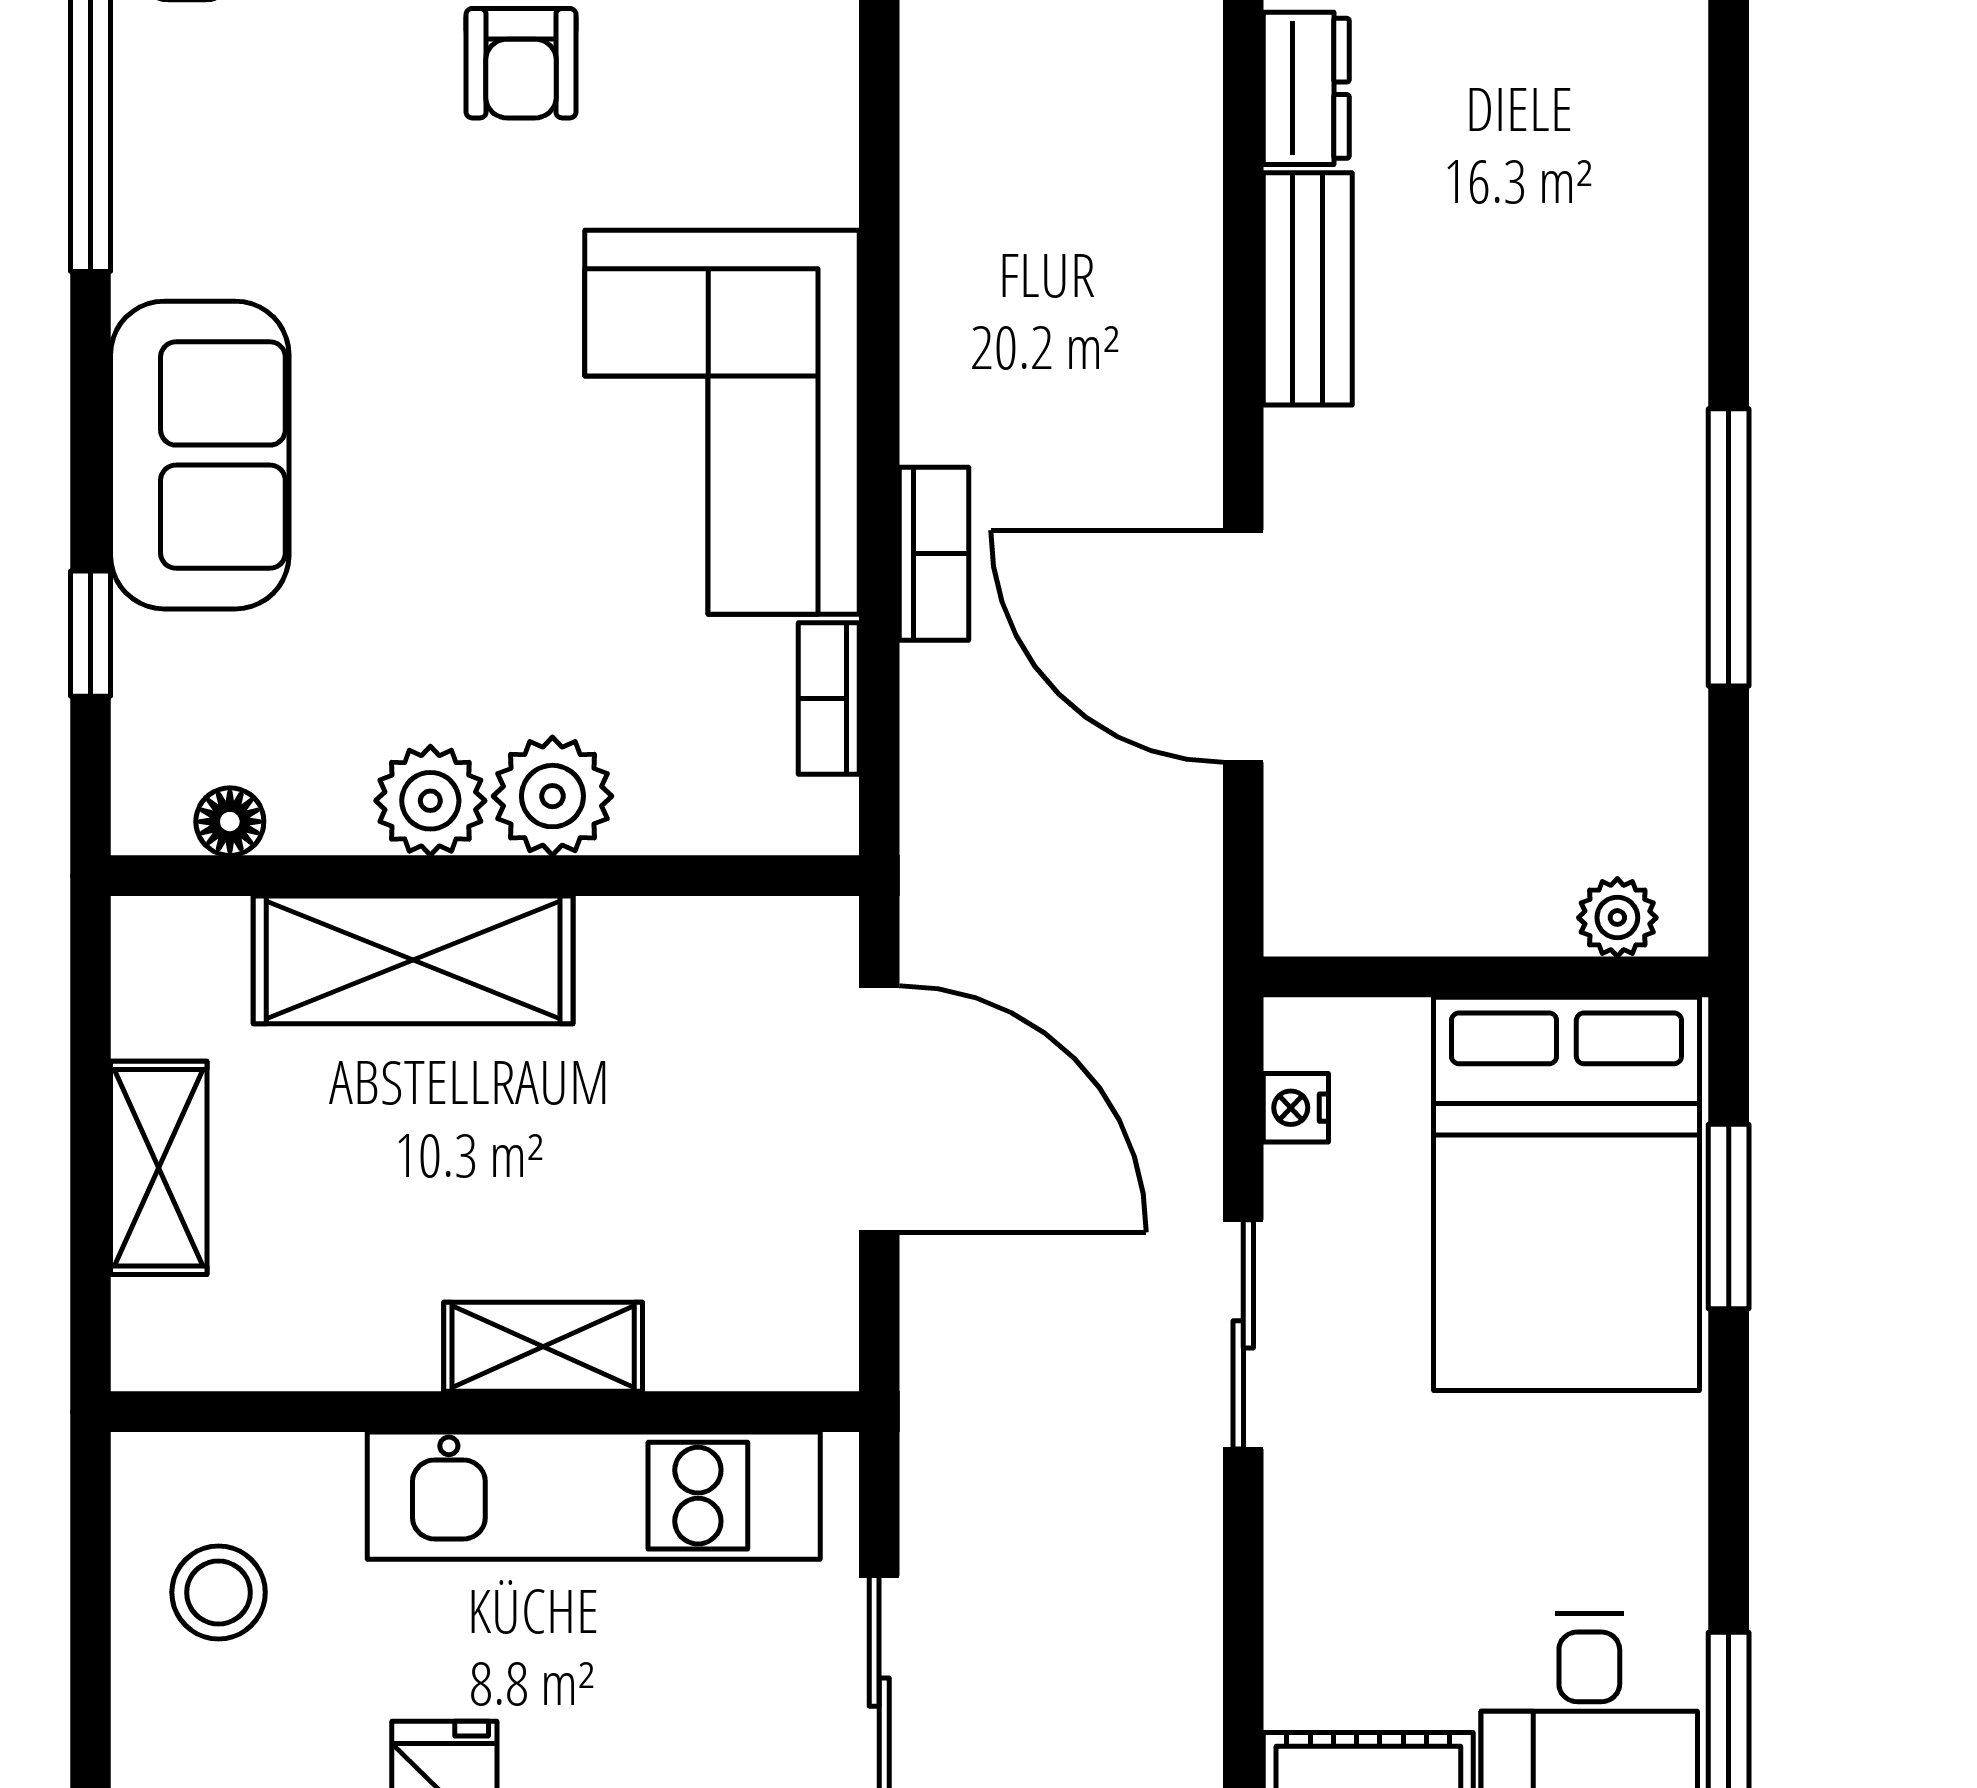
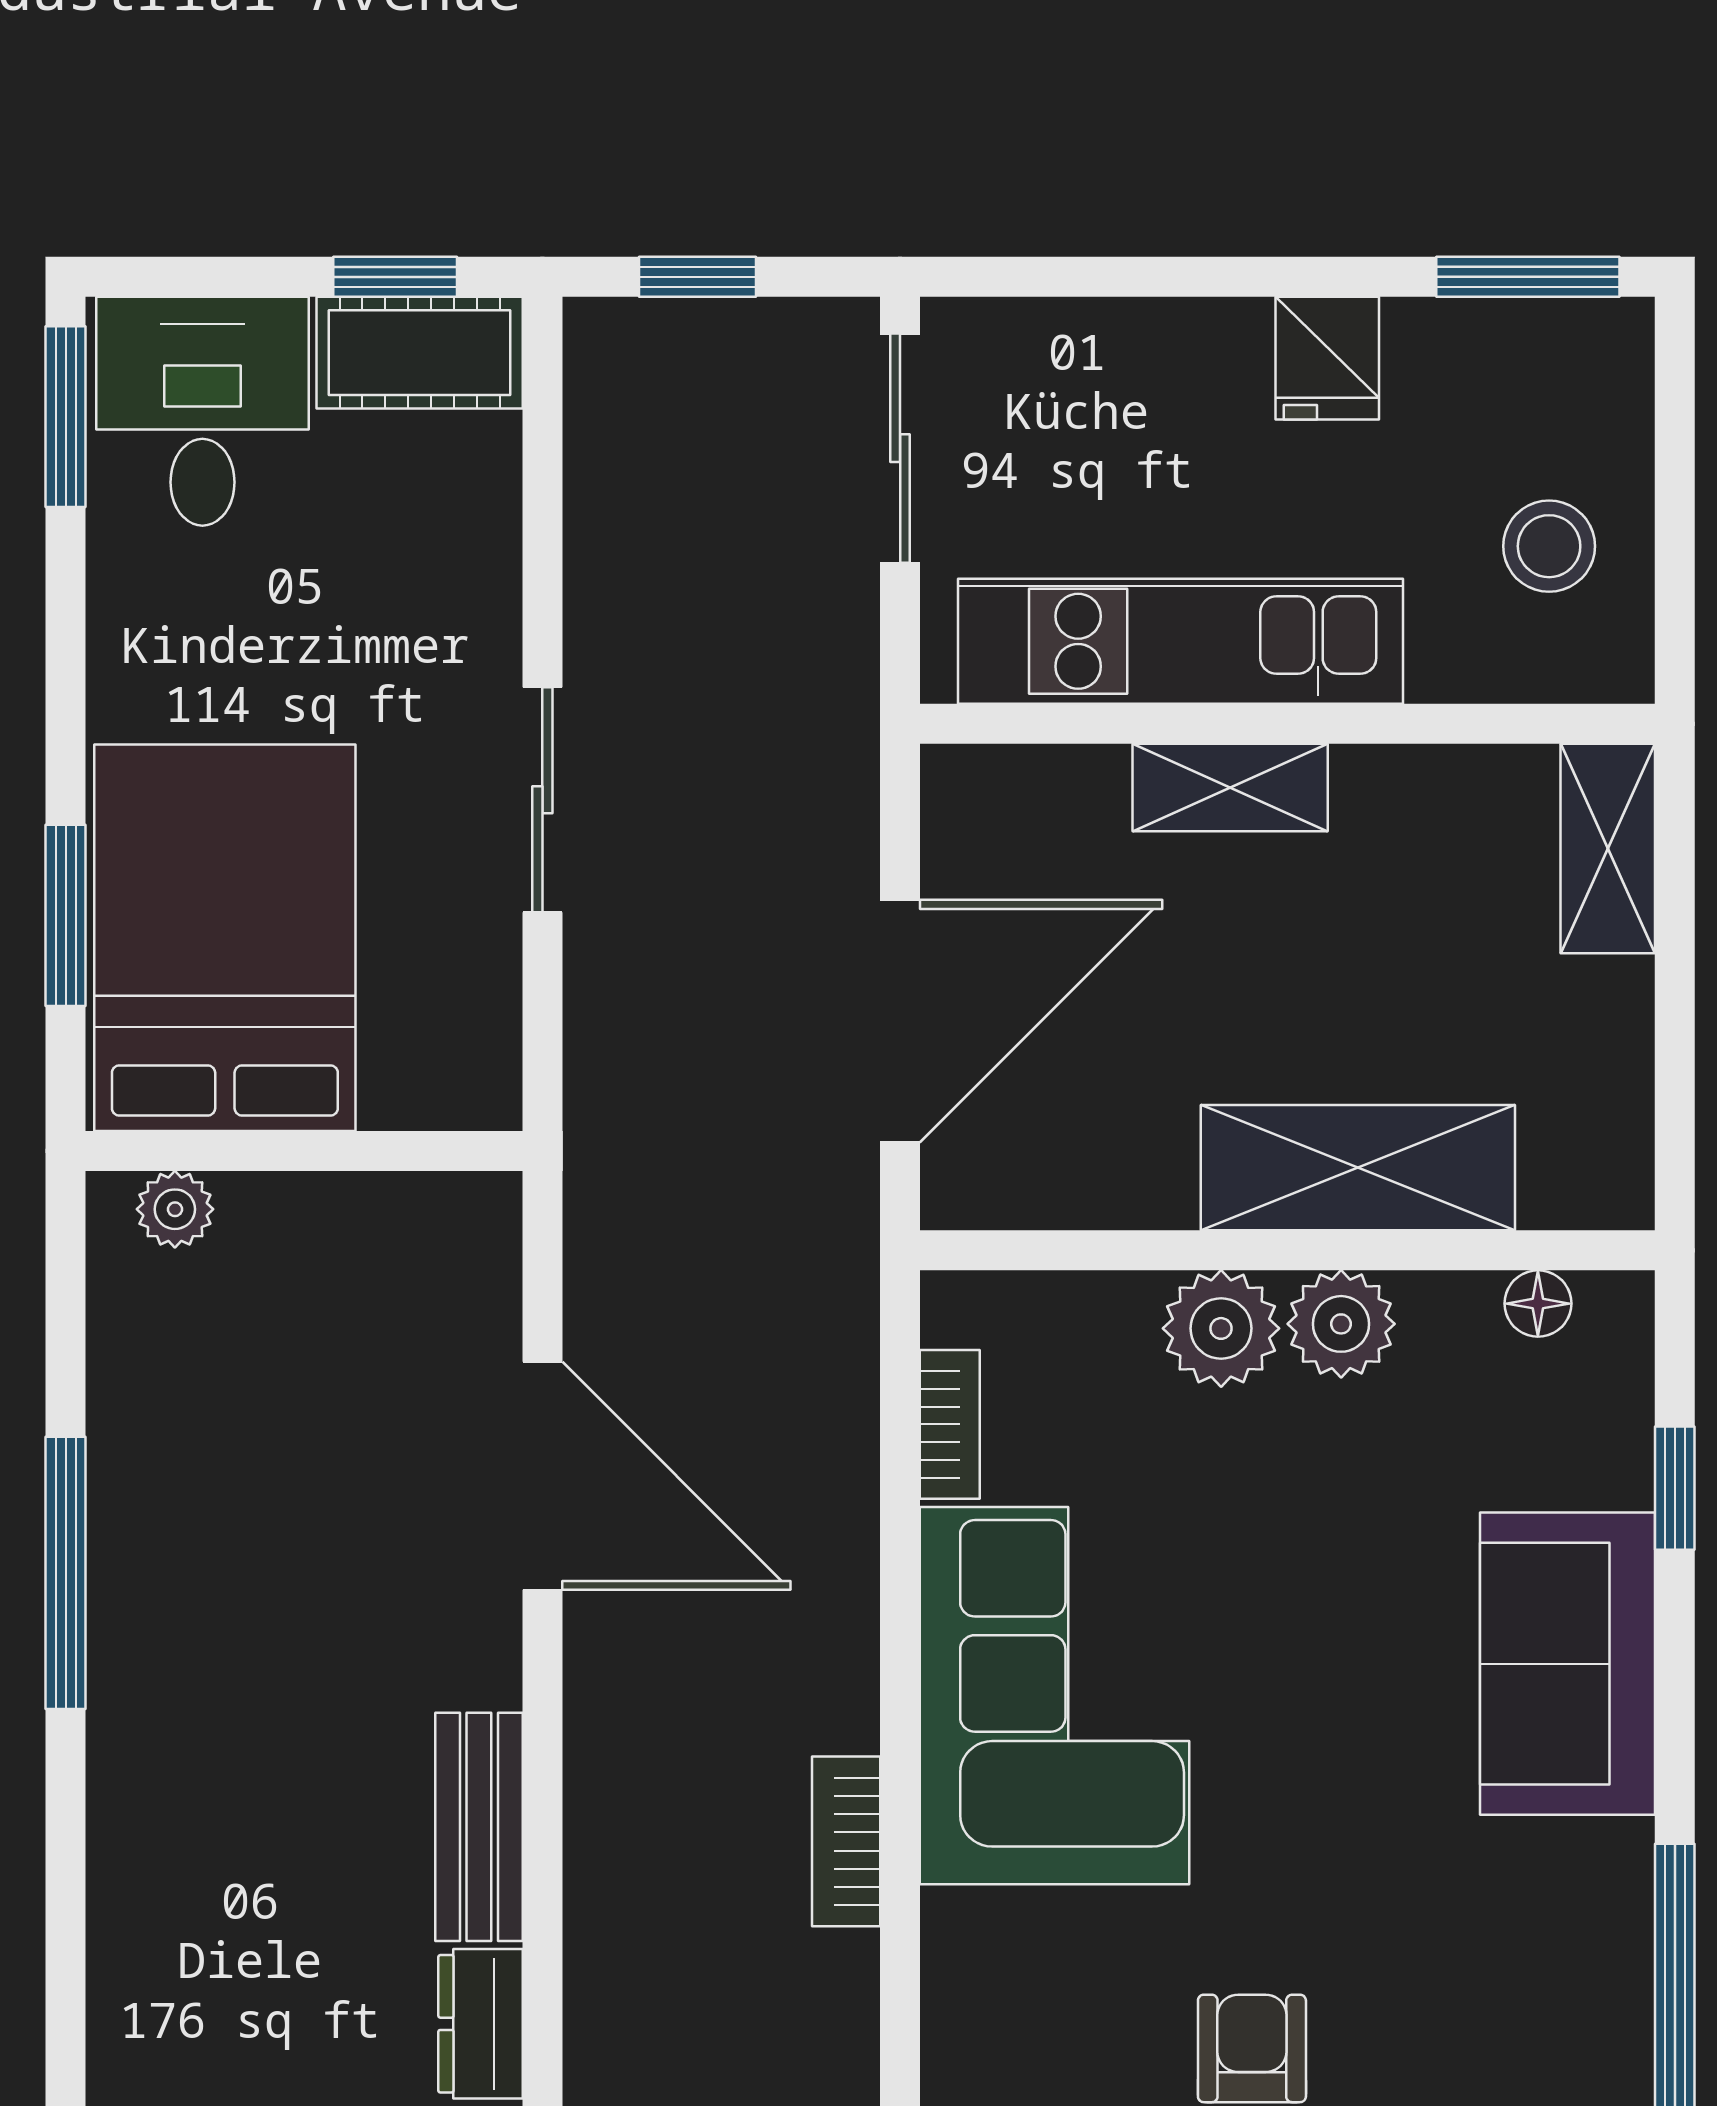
bookcase: (934, 554) -> (846, 1841), moved
nightstand: (1296, 1108) -> (491, 1022), removed
door: (879, 1109) -> (900, 1021), swing flipped
shelving: (159, 1168) -> (1608, 849), moved

